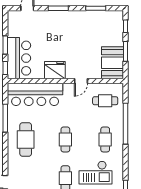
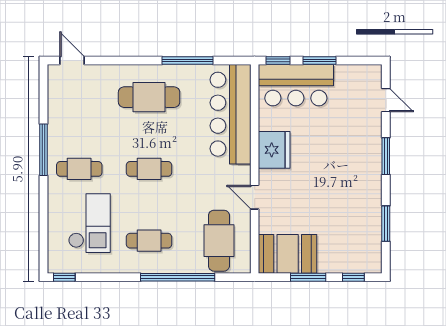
cafe table: (105, 101) -> (219, 241), width x1.37, depth x1.35
checkout: (95, 173) -> (89, 223), turned 180

